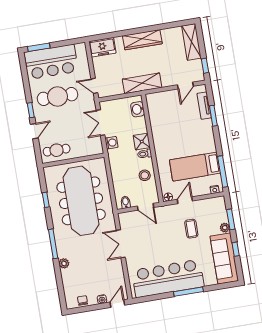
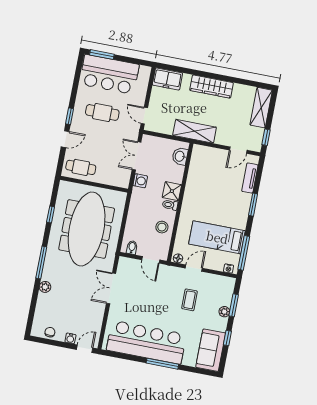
cafe table: (58, 97) -> (102, 112), width x0.73, depth x0.74
window: (213, 116) -> (253, 205), moved
sofa: (224, 258) -> (211, 350), width x0.73

